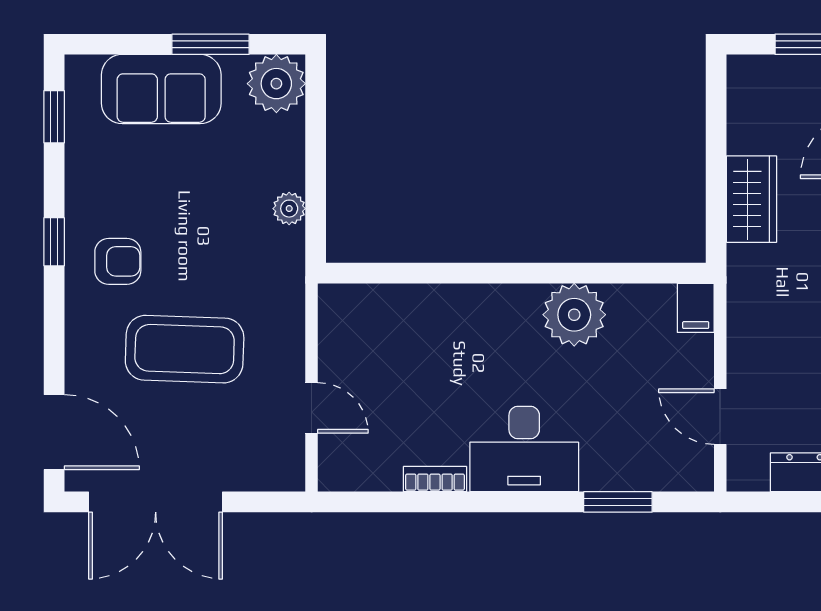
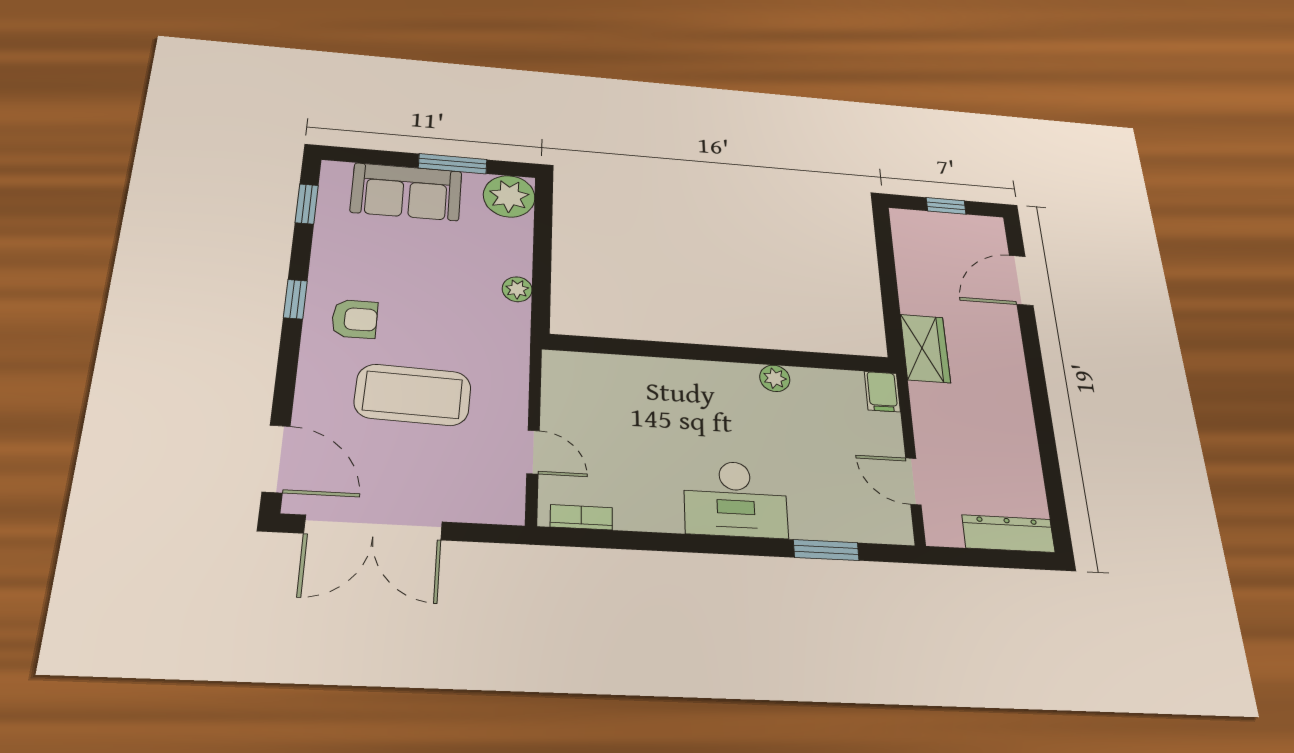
wardrobe: (751, 199) -> (925, 348), moved
plant: (574, 315) -> (775, 378), width x0.53, depth x0.53
bookcase: (435, 479) -> (581, 517), moved

